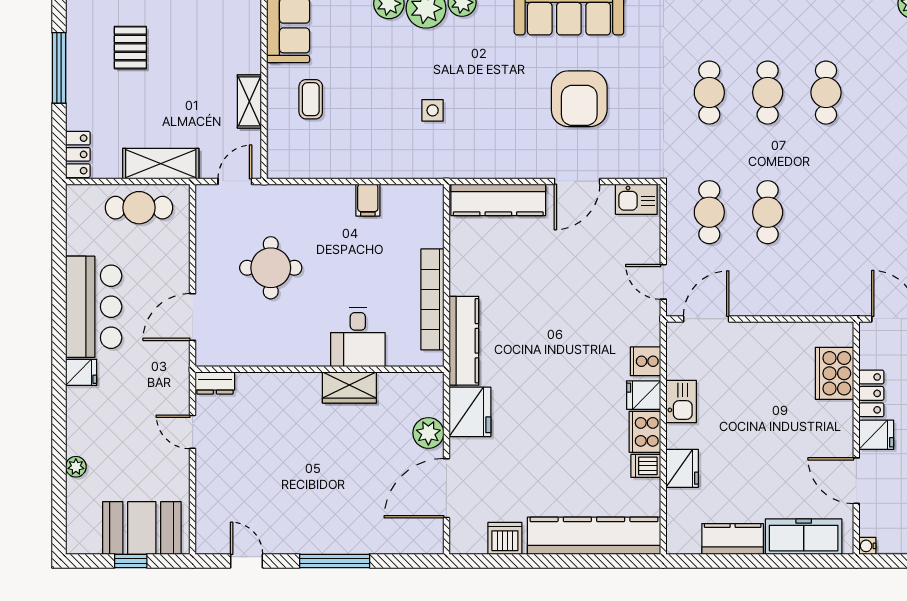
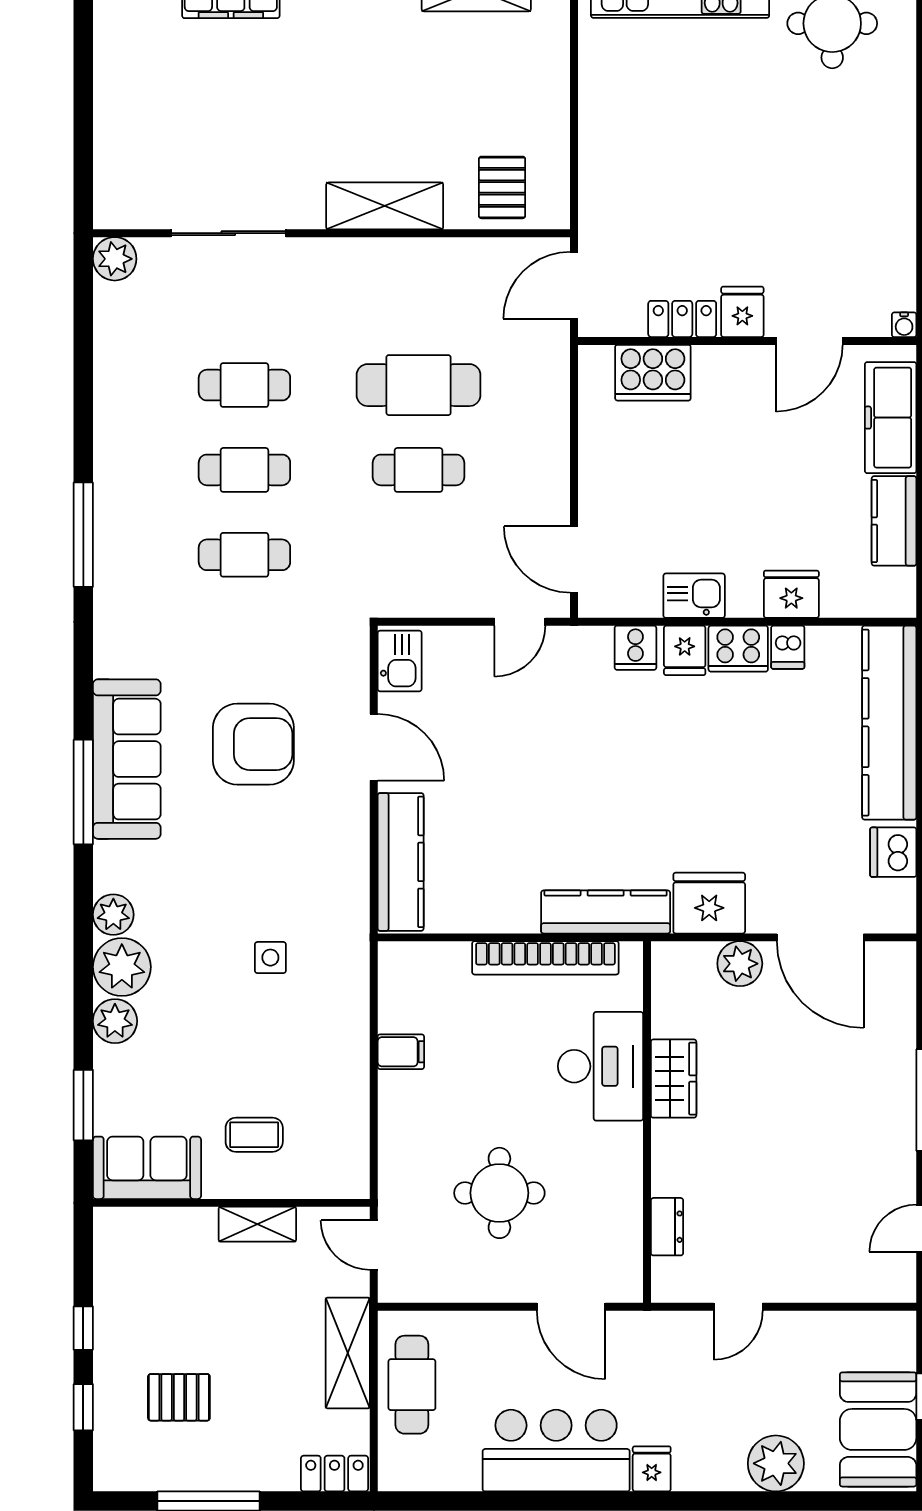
cafe table: (709, 212) -> (419, 385), moved, width x1.37, depth x1.35
desk: (358, 337) -> (601, 1066), width x1.37
dresser: (215, 383) -> (667, 1227), moved
plant: (76, 467) -> (776, 1463), width x1.88, depth x1.88
booth: (142, 528) -> (878, 1429), moved

